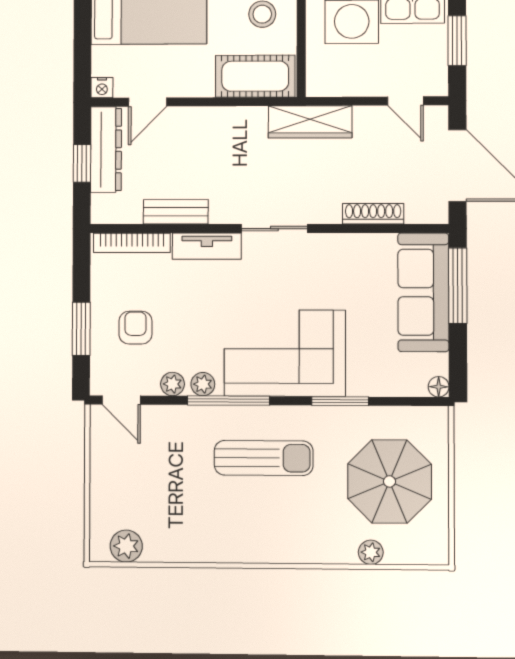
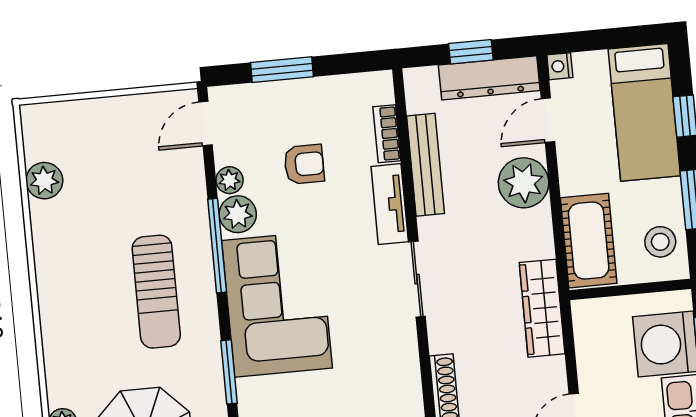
door: (148, 102) -> (548, 120), hinge flipped
plant: (200, 128) -> (524, 183), added
bench: (176, 212) -> (426, 165), width x1.36
bookcase: (132, 243) -> (387, 134), width x0.64
armchair: (135, 328) -> (304, 164), moved
plant: (203, 384) -> (238, 214), width x1.38, depth x1.38
plant: (126, 546) -> (44, 181), moved

